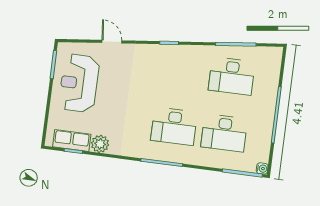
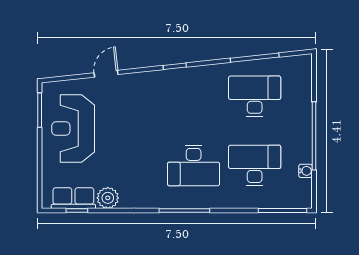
door: (112, 42) -> (106, 74), hinge flipped
desk: (232, 76) -> (255, 96), turned 180
desk: (224, 133) -> (255, 165), turned 180
water cooler: (262, 168) -> (306, 171), moved

